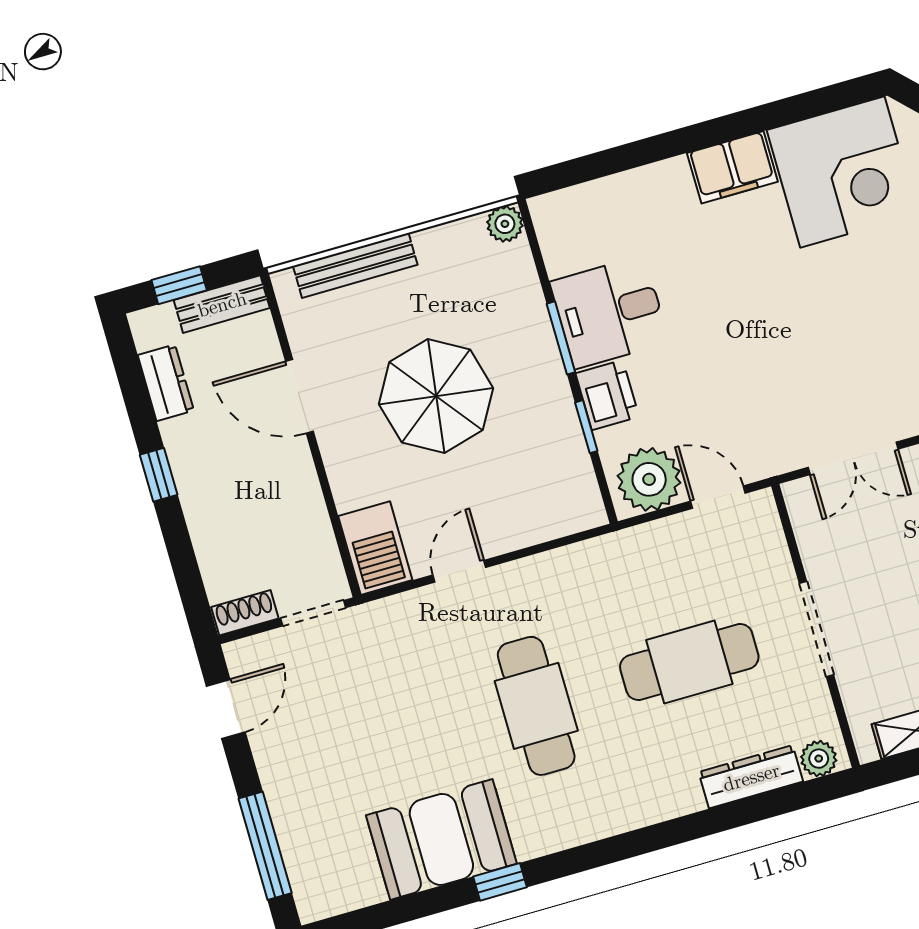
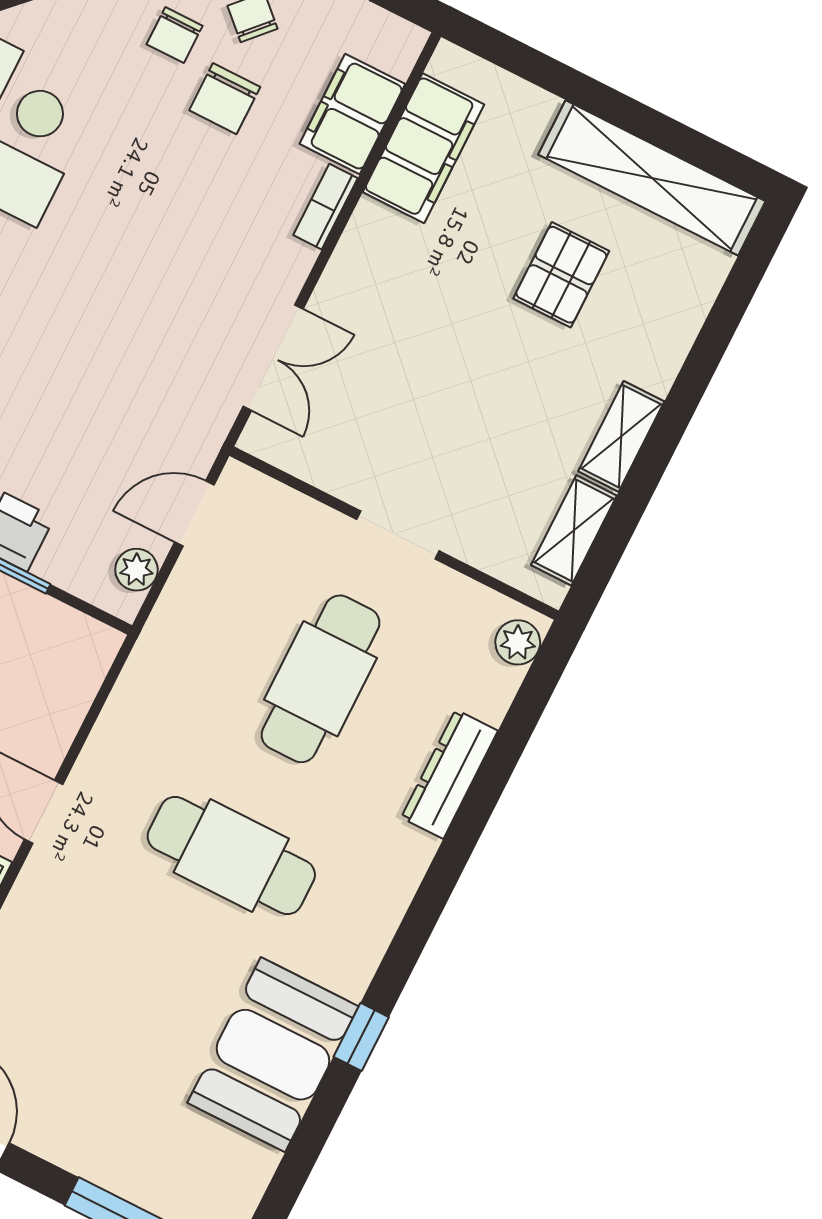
plant: (649, 479) -> (136, 570), width x0.53, depth x0.53
doorway: (817, 629) -> (398, 535), width x0.73
dresser: (751, 777) -> (449, 774), moved

